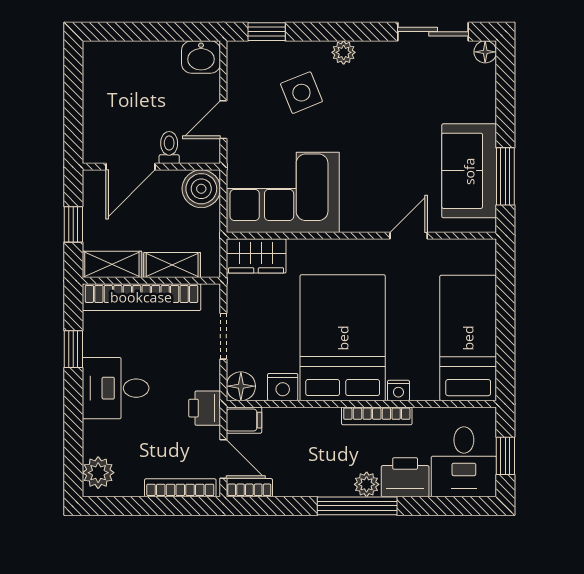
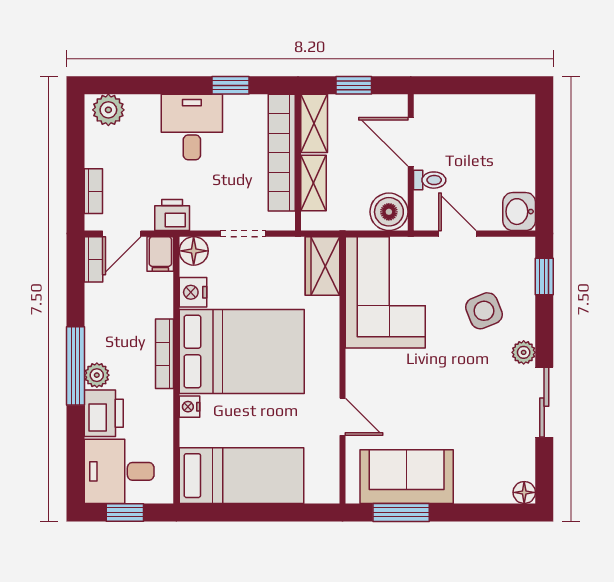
sliding door: (433, 32) -> (544, 402), moved
bookcase: (377, 416) -> (165, 354), moved
bookcase: (180, 488) -> (93, 191), width x0.64

